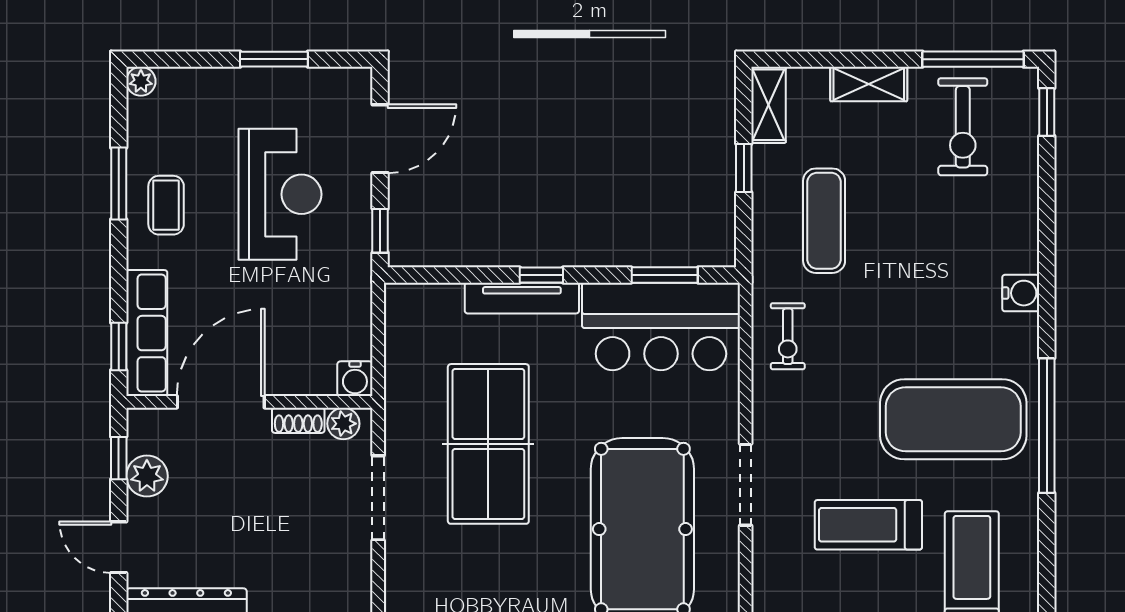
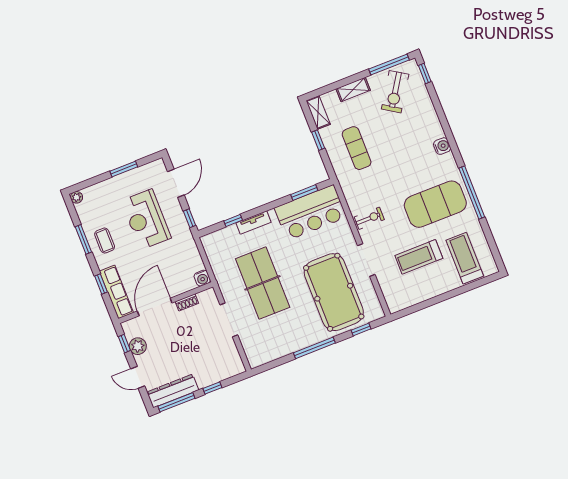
exercise bike: (963, 127) -> (395, 92), turned 33
reception desk: (280, 194) -> (146, 219), turned 180
window: (541, 275) -> (233, 220), moved
tv unit: (522, 298) -> (253, 223), width x0.71
exercise bike: (788, 336) -> (369, 218), moved, turned -90
window: (119, 346) -> (101, 284), moved
plant: (343, 424) -> (204, 297), removed

